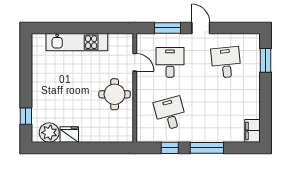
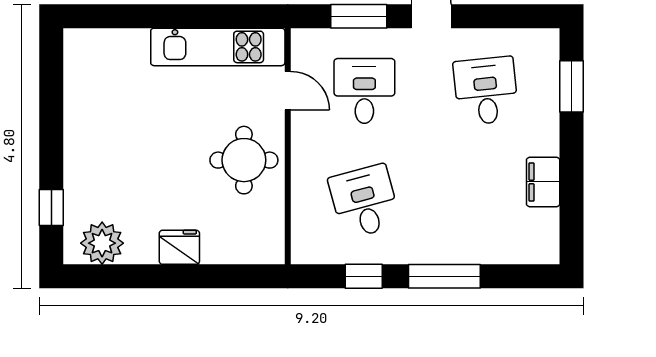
kitchen unit: (77, 42) -> (218, 47), moved
filing cabinet: (252, 131) -> (543, 182), moved
fridge: (69, 134) -> (179, 247), moved

